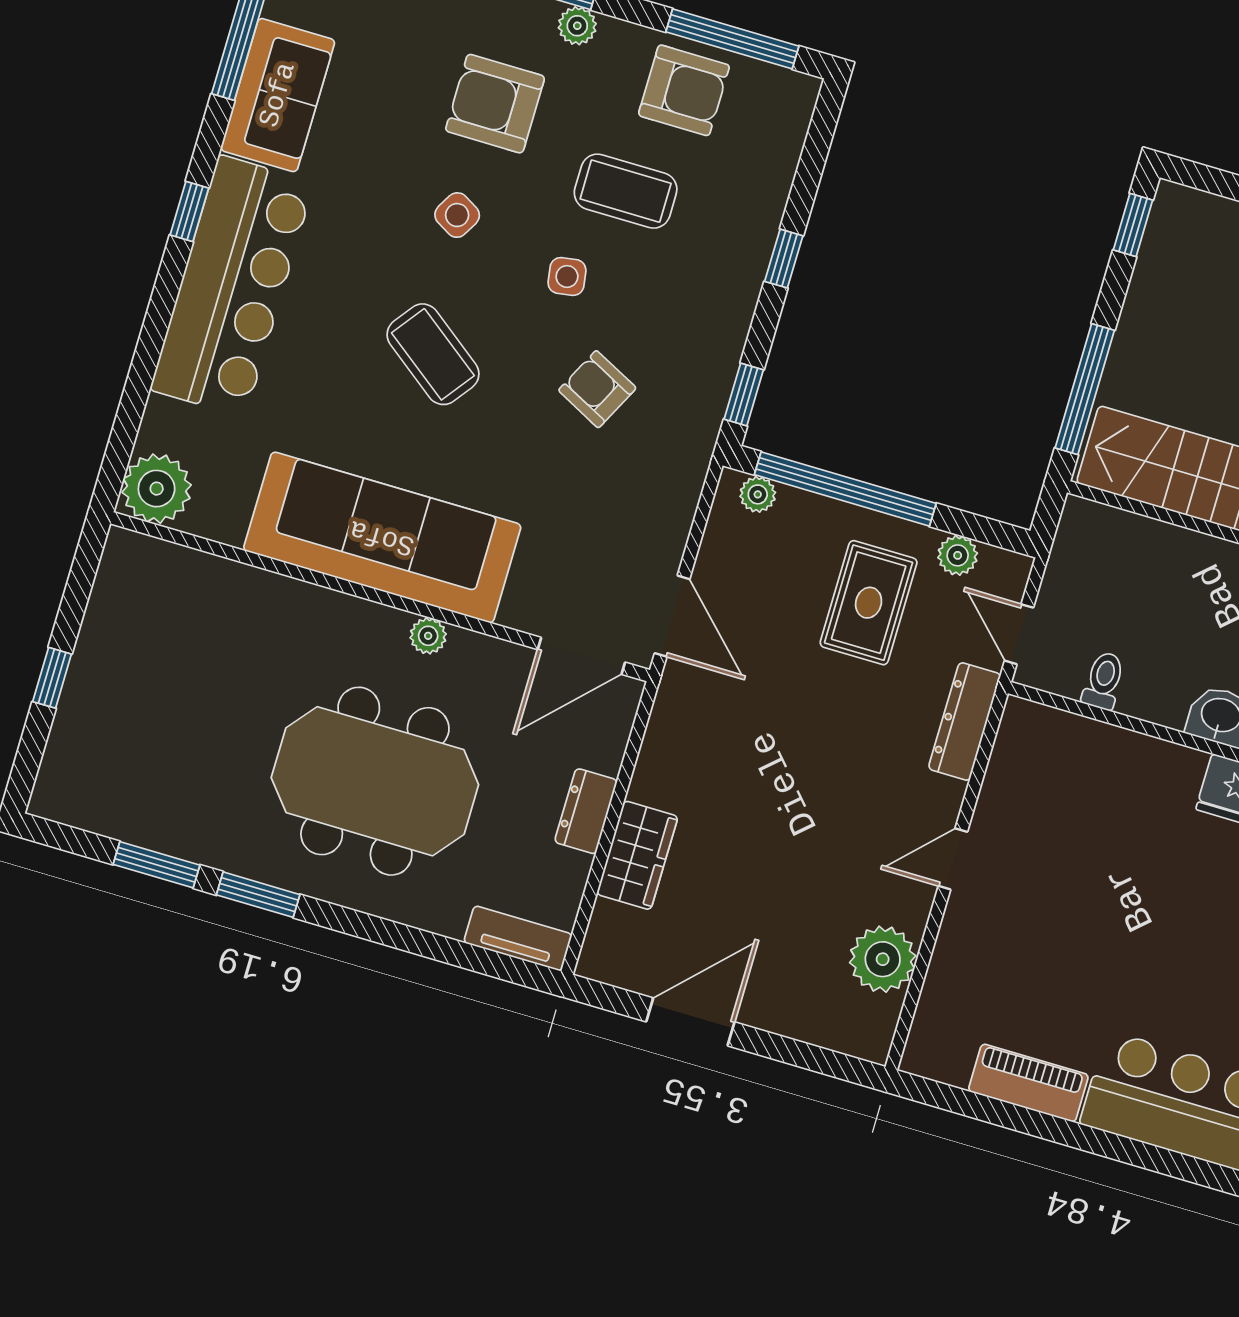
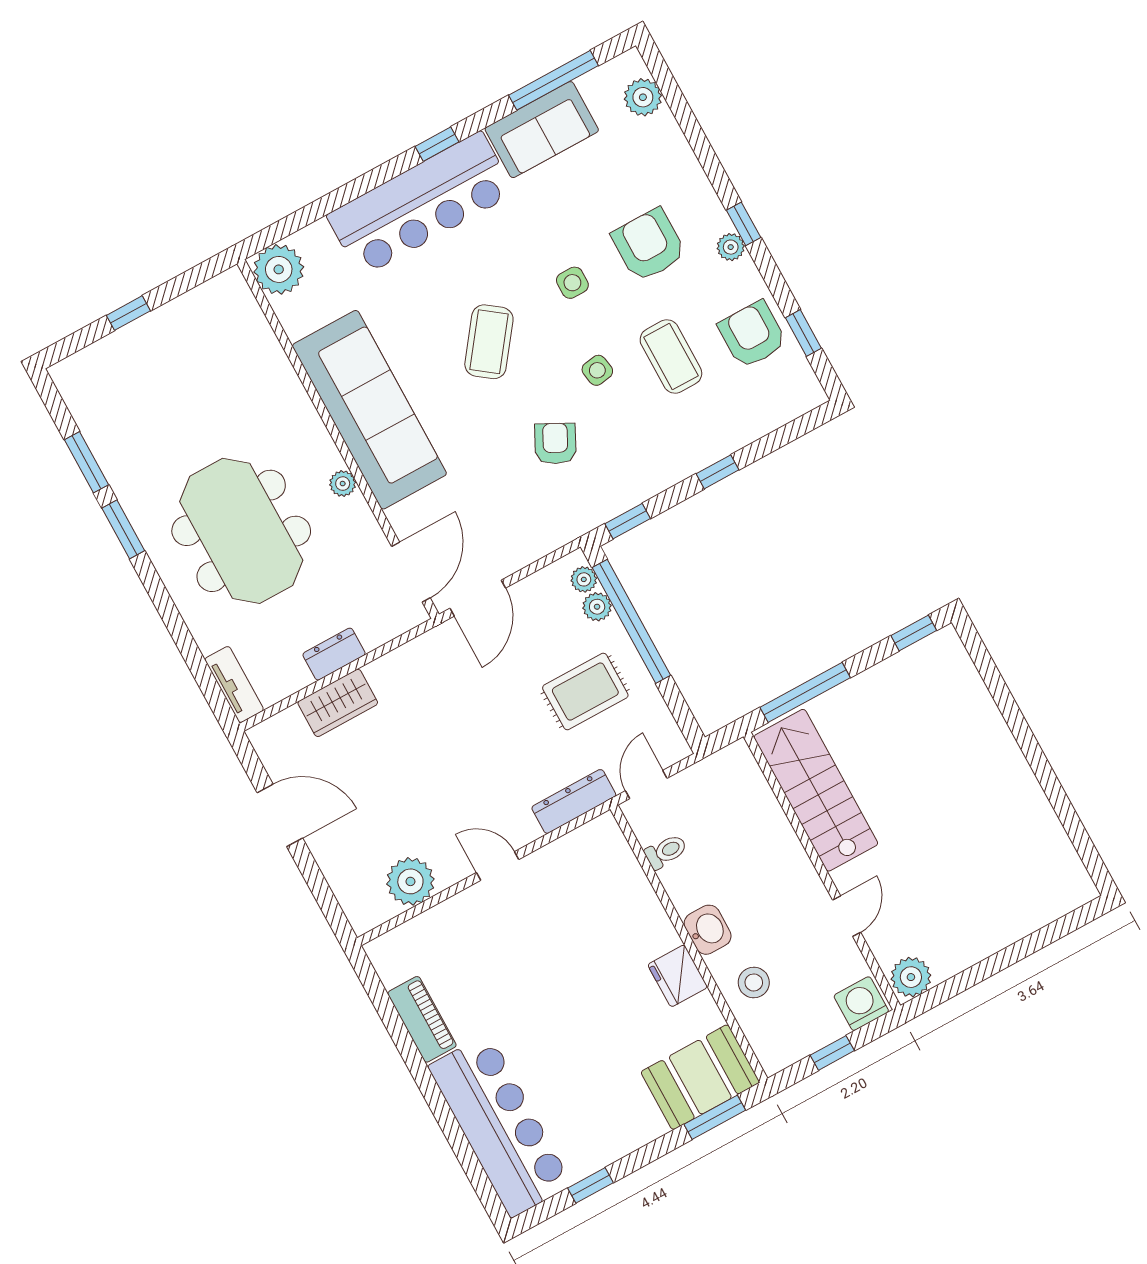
window: (732, 39) -> (803, 333), width x0.46
armchair: (684, 90) -> (752, 335), turned 180
side table: (457, 215) -> (572, 283), turned -30
plant: (958, 555) -> (597, 607), moved
door: (581, 656) -> (411, 572), swing flipped

